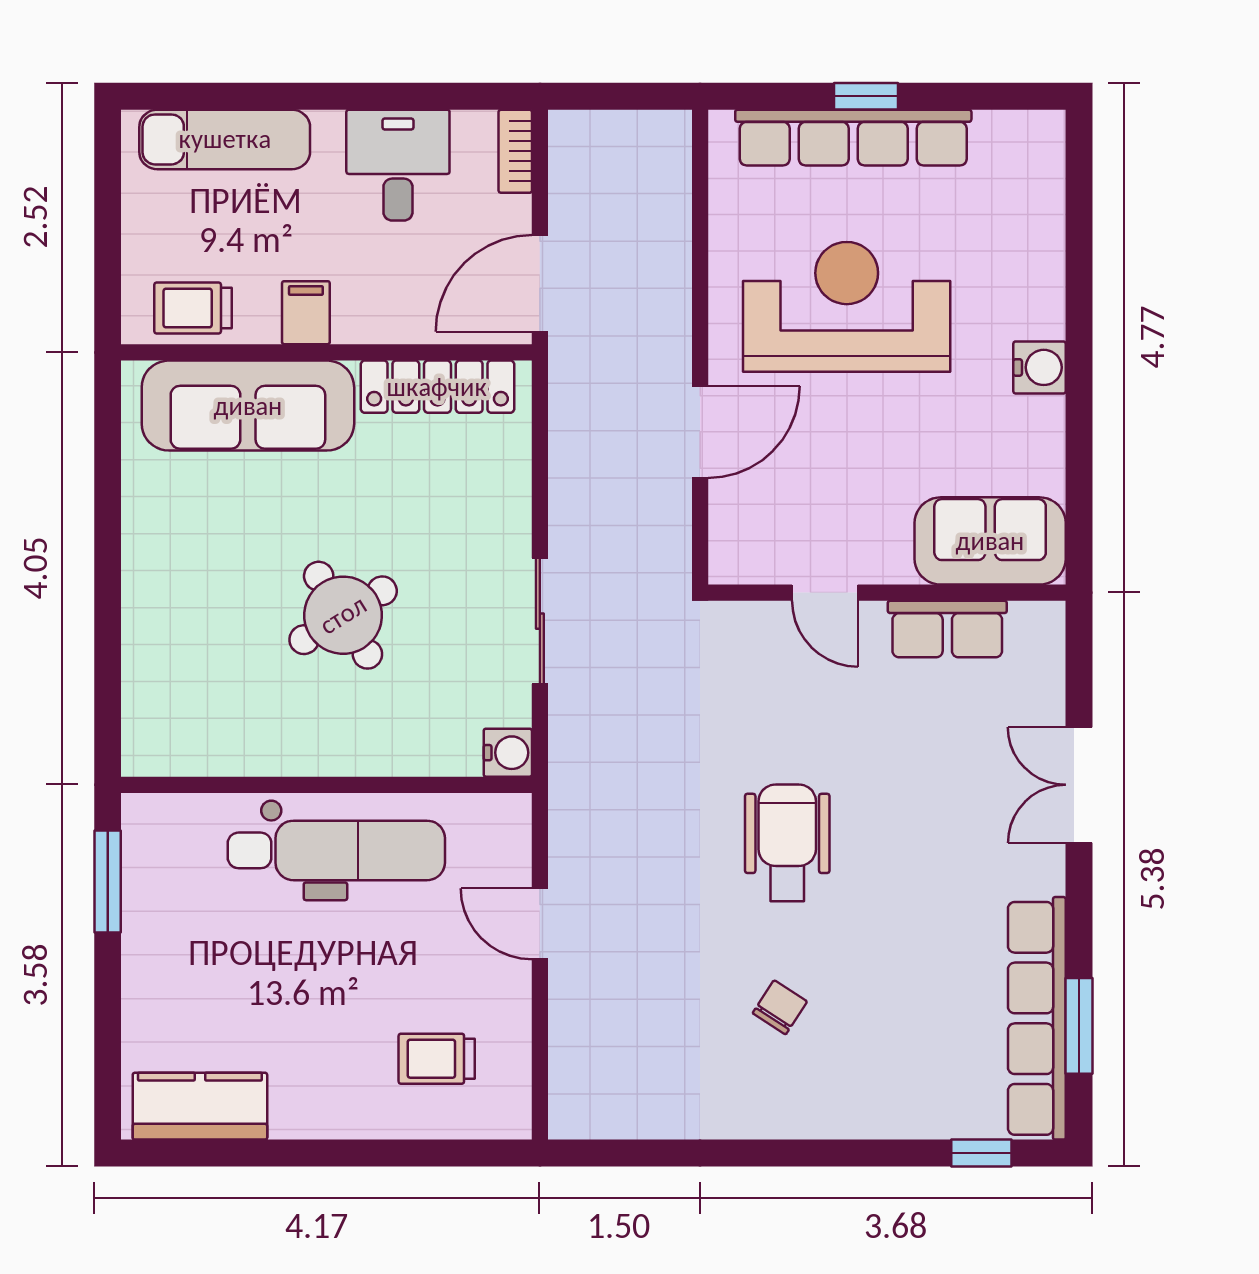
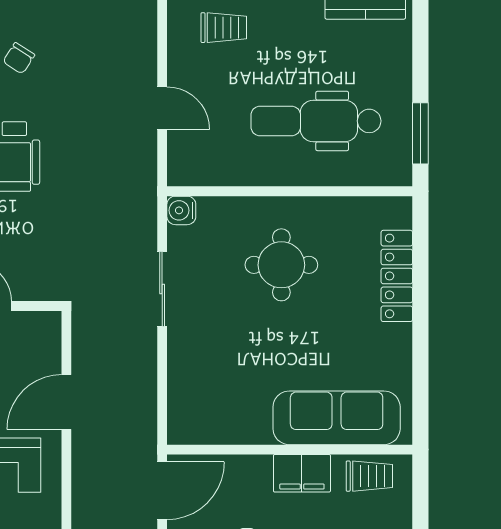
filing cabinet: (306, 313) -> (302, 473), width x2.00
locker: (437, 387) -> (397, 276), moved, turned -90
round table: (343, 615) -> (281, 265), moved, turned 32
dental chair: (336, 850) -> (316, 121), moved

